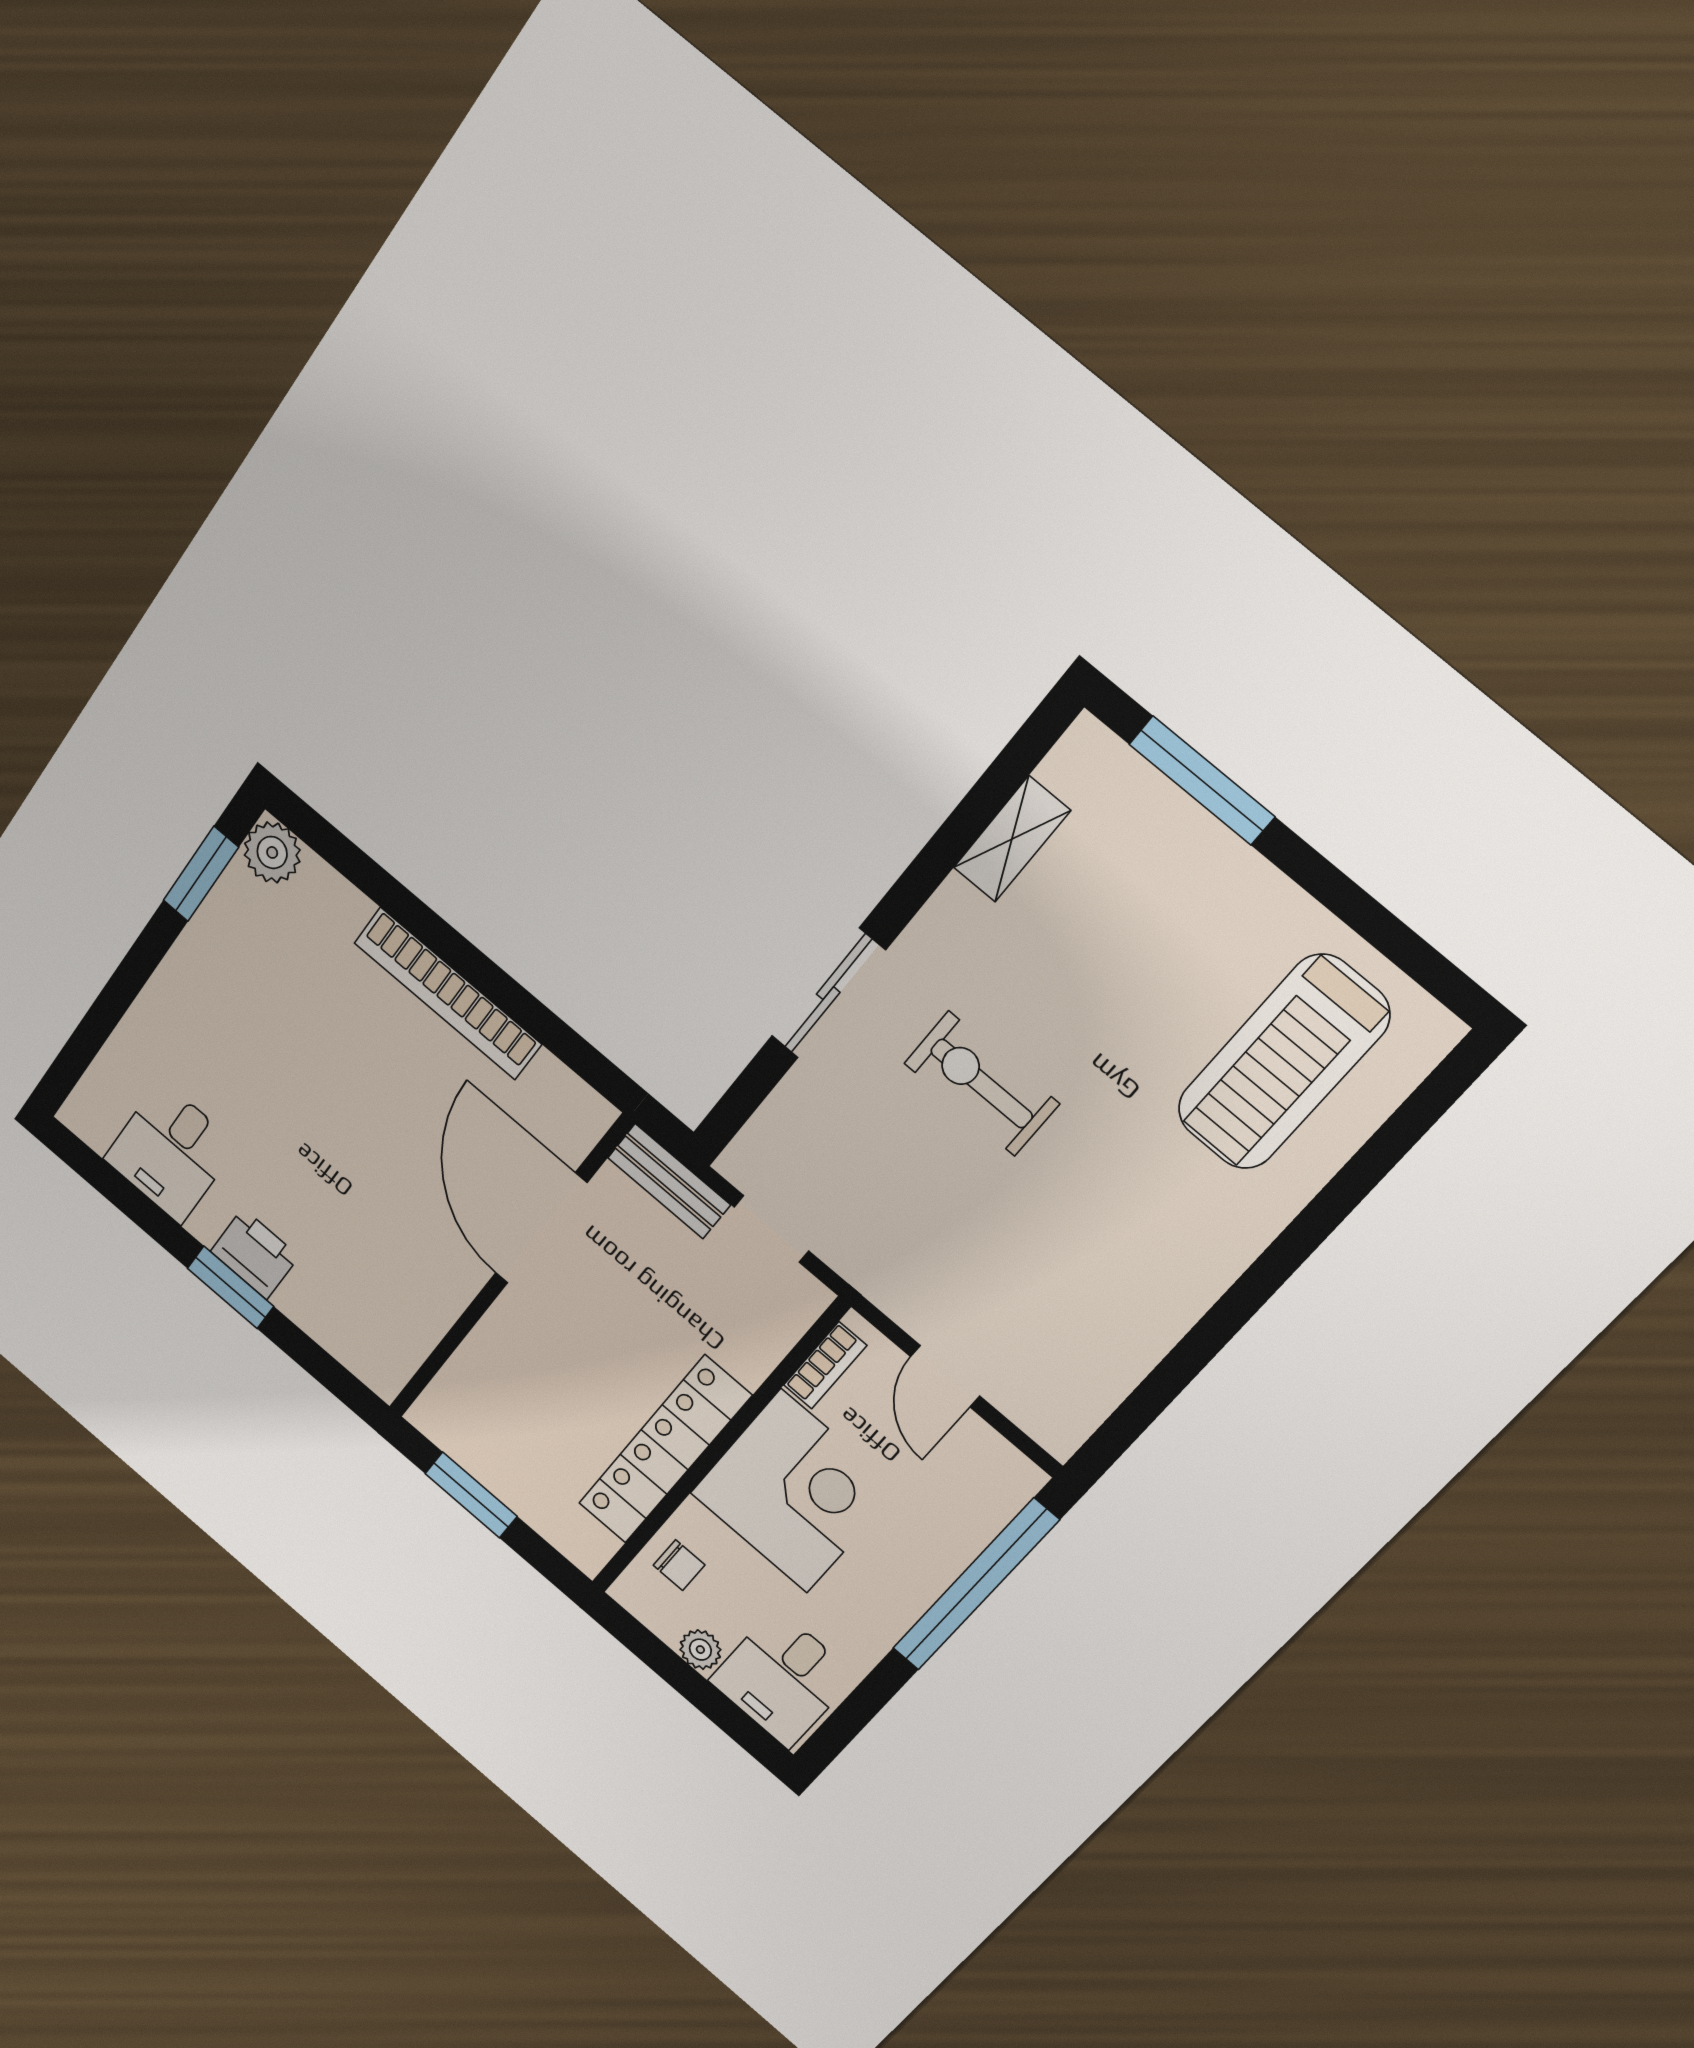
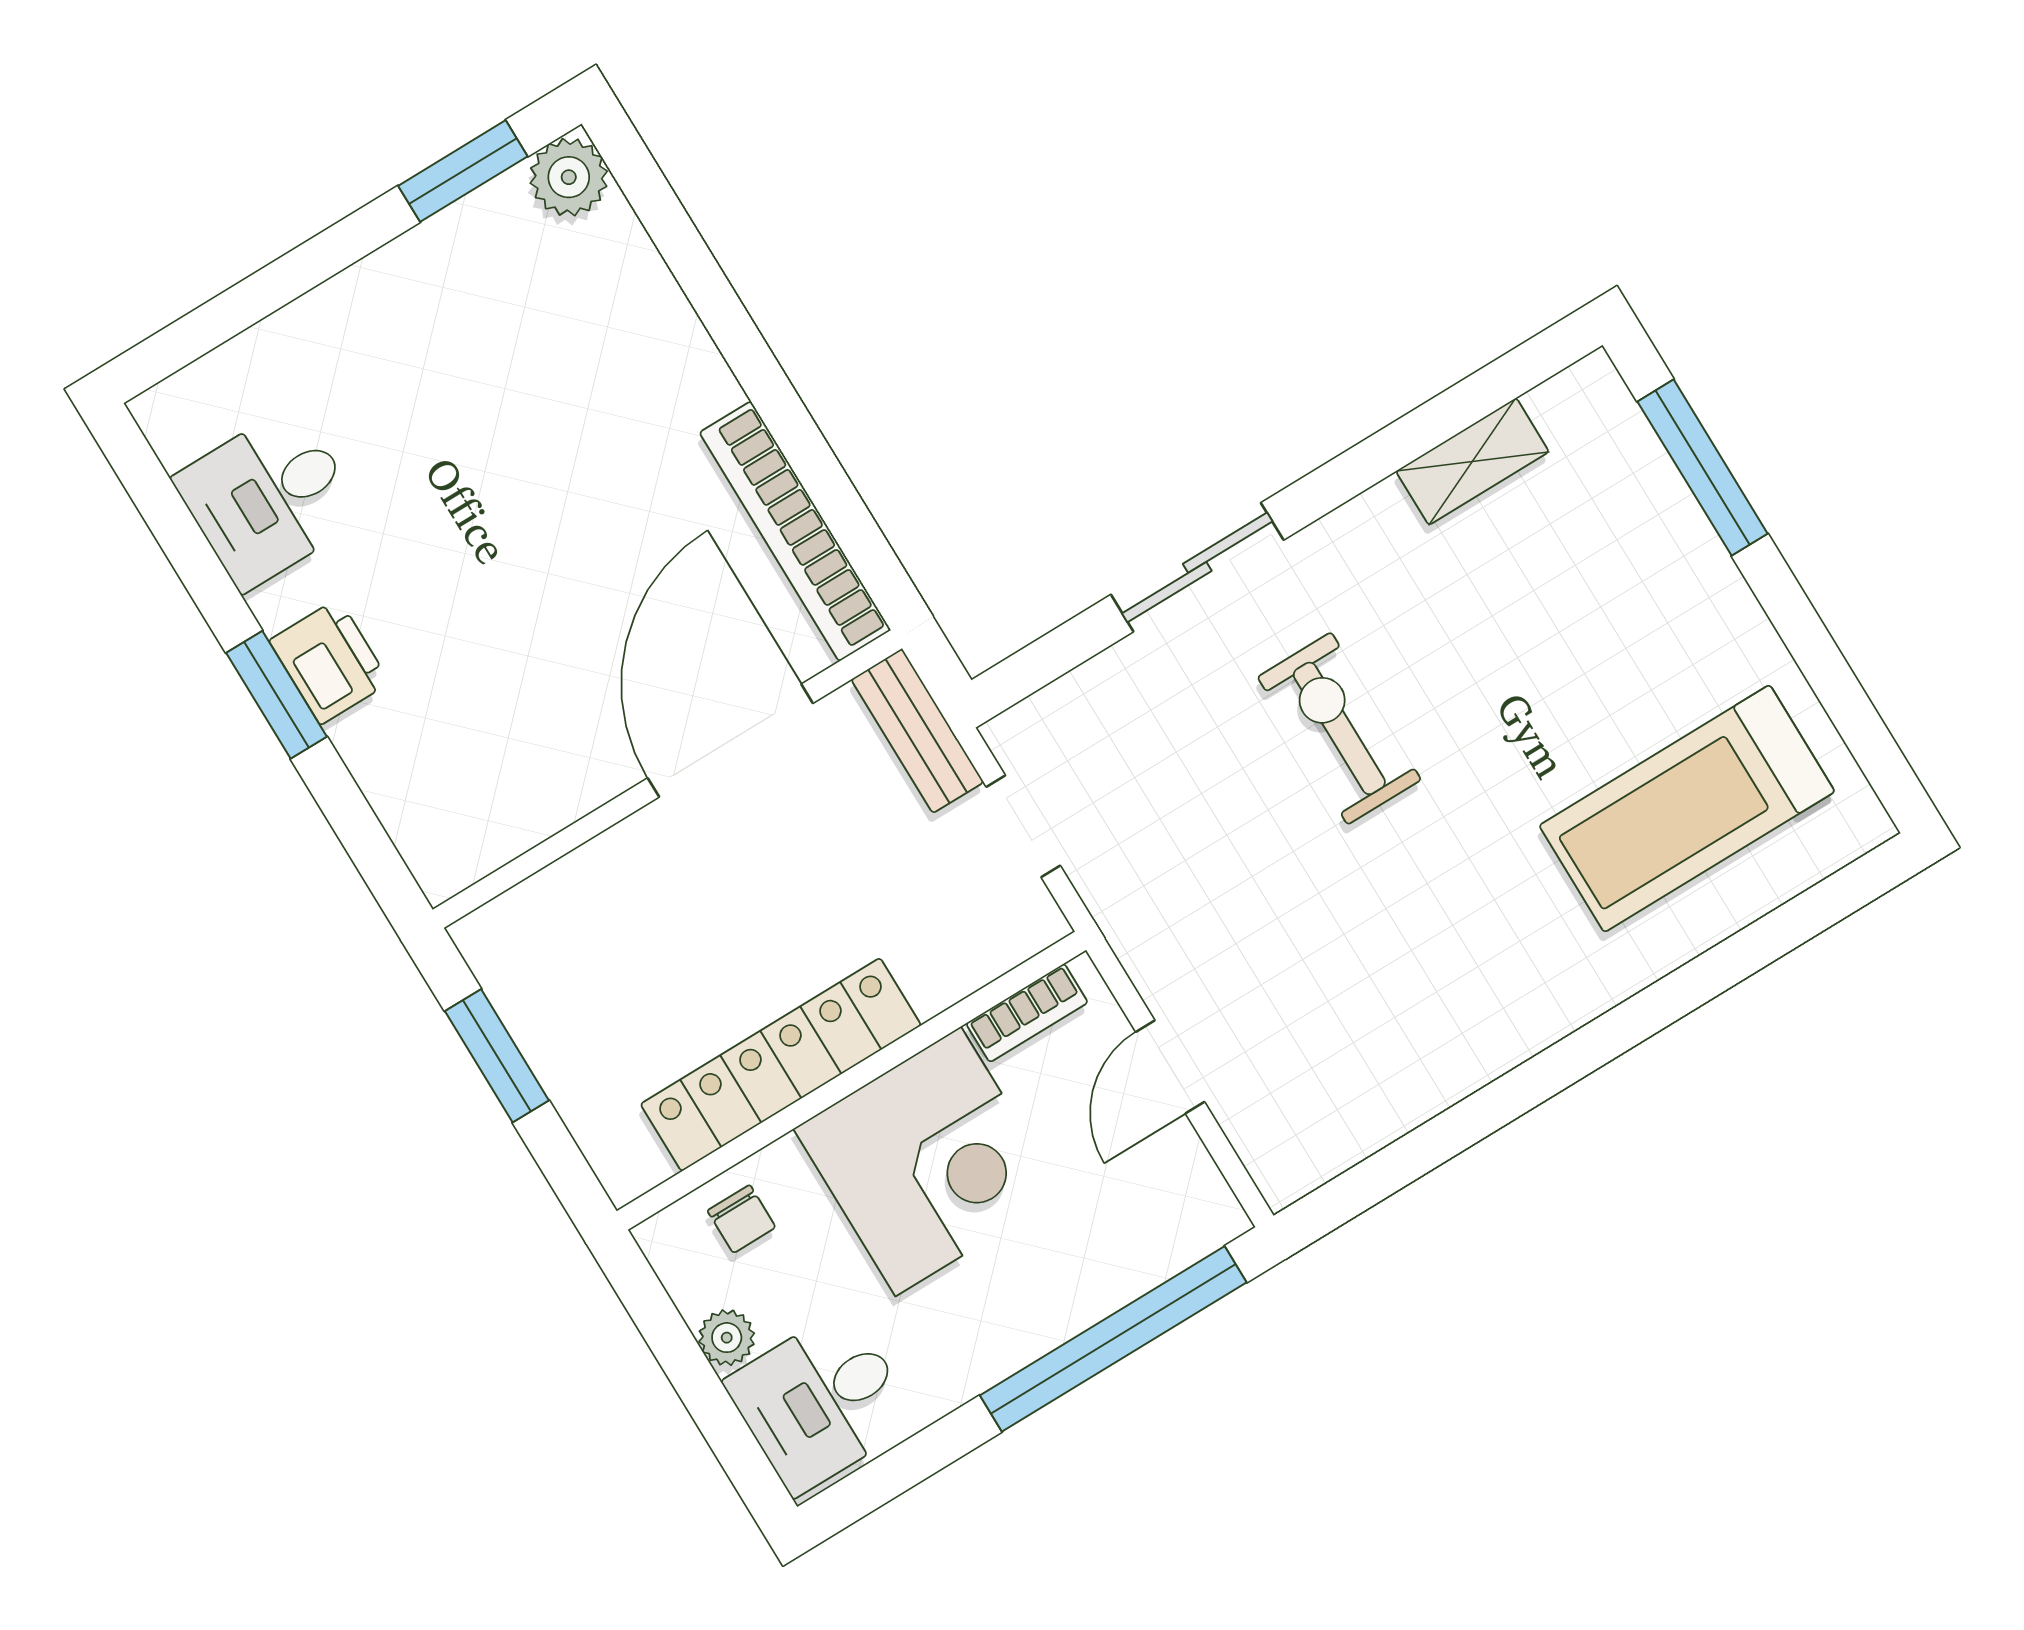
bookcase: (448, 993) -> (795, 531), moved

